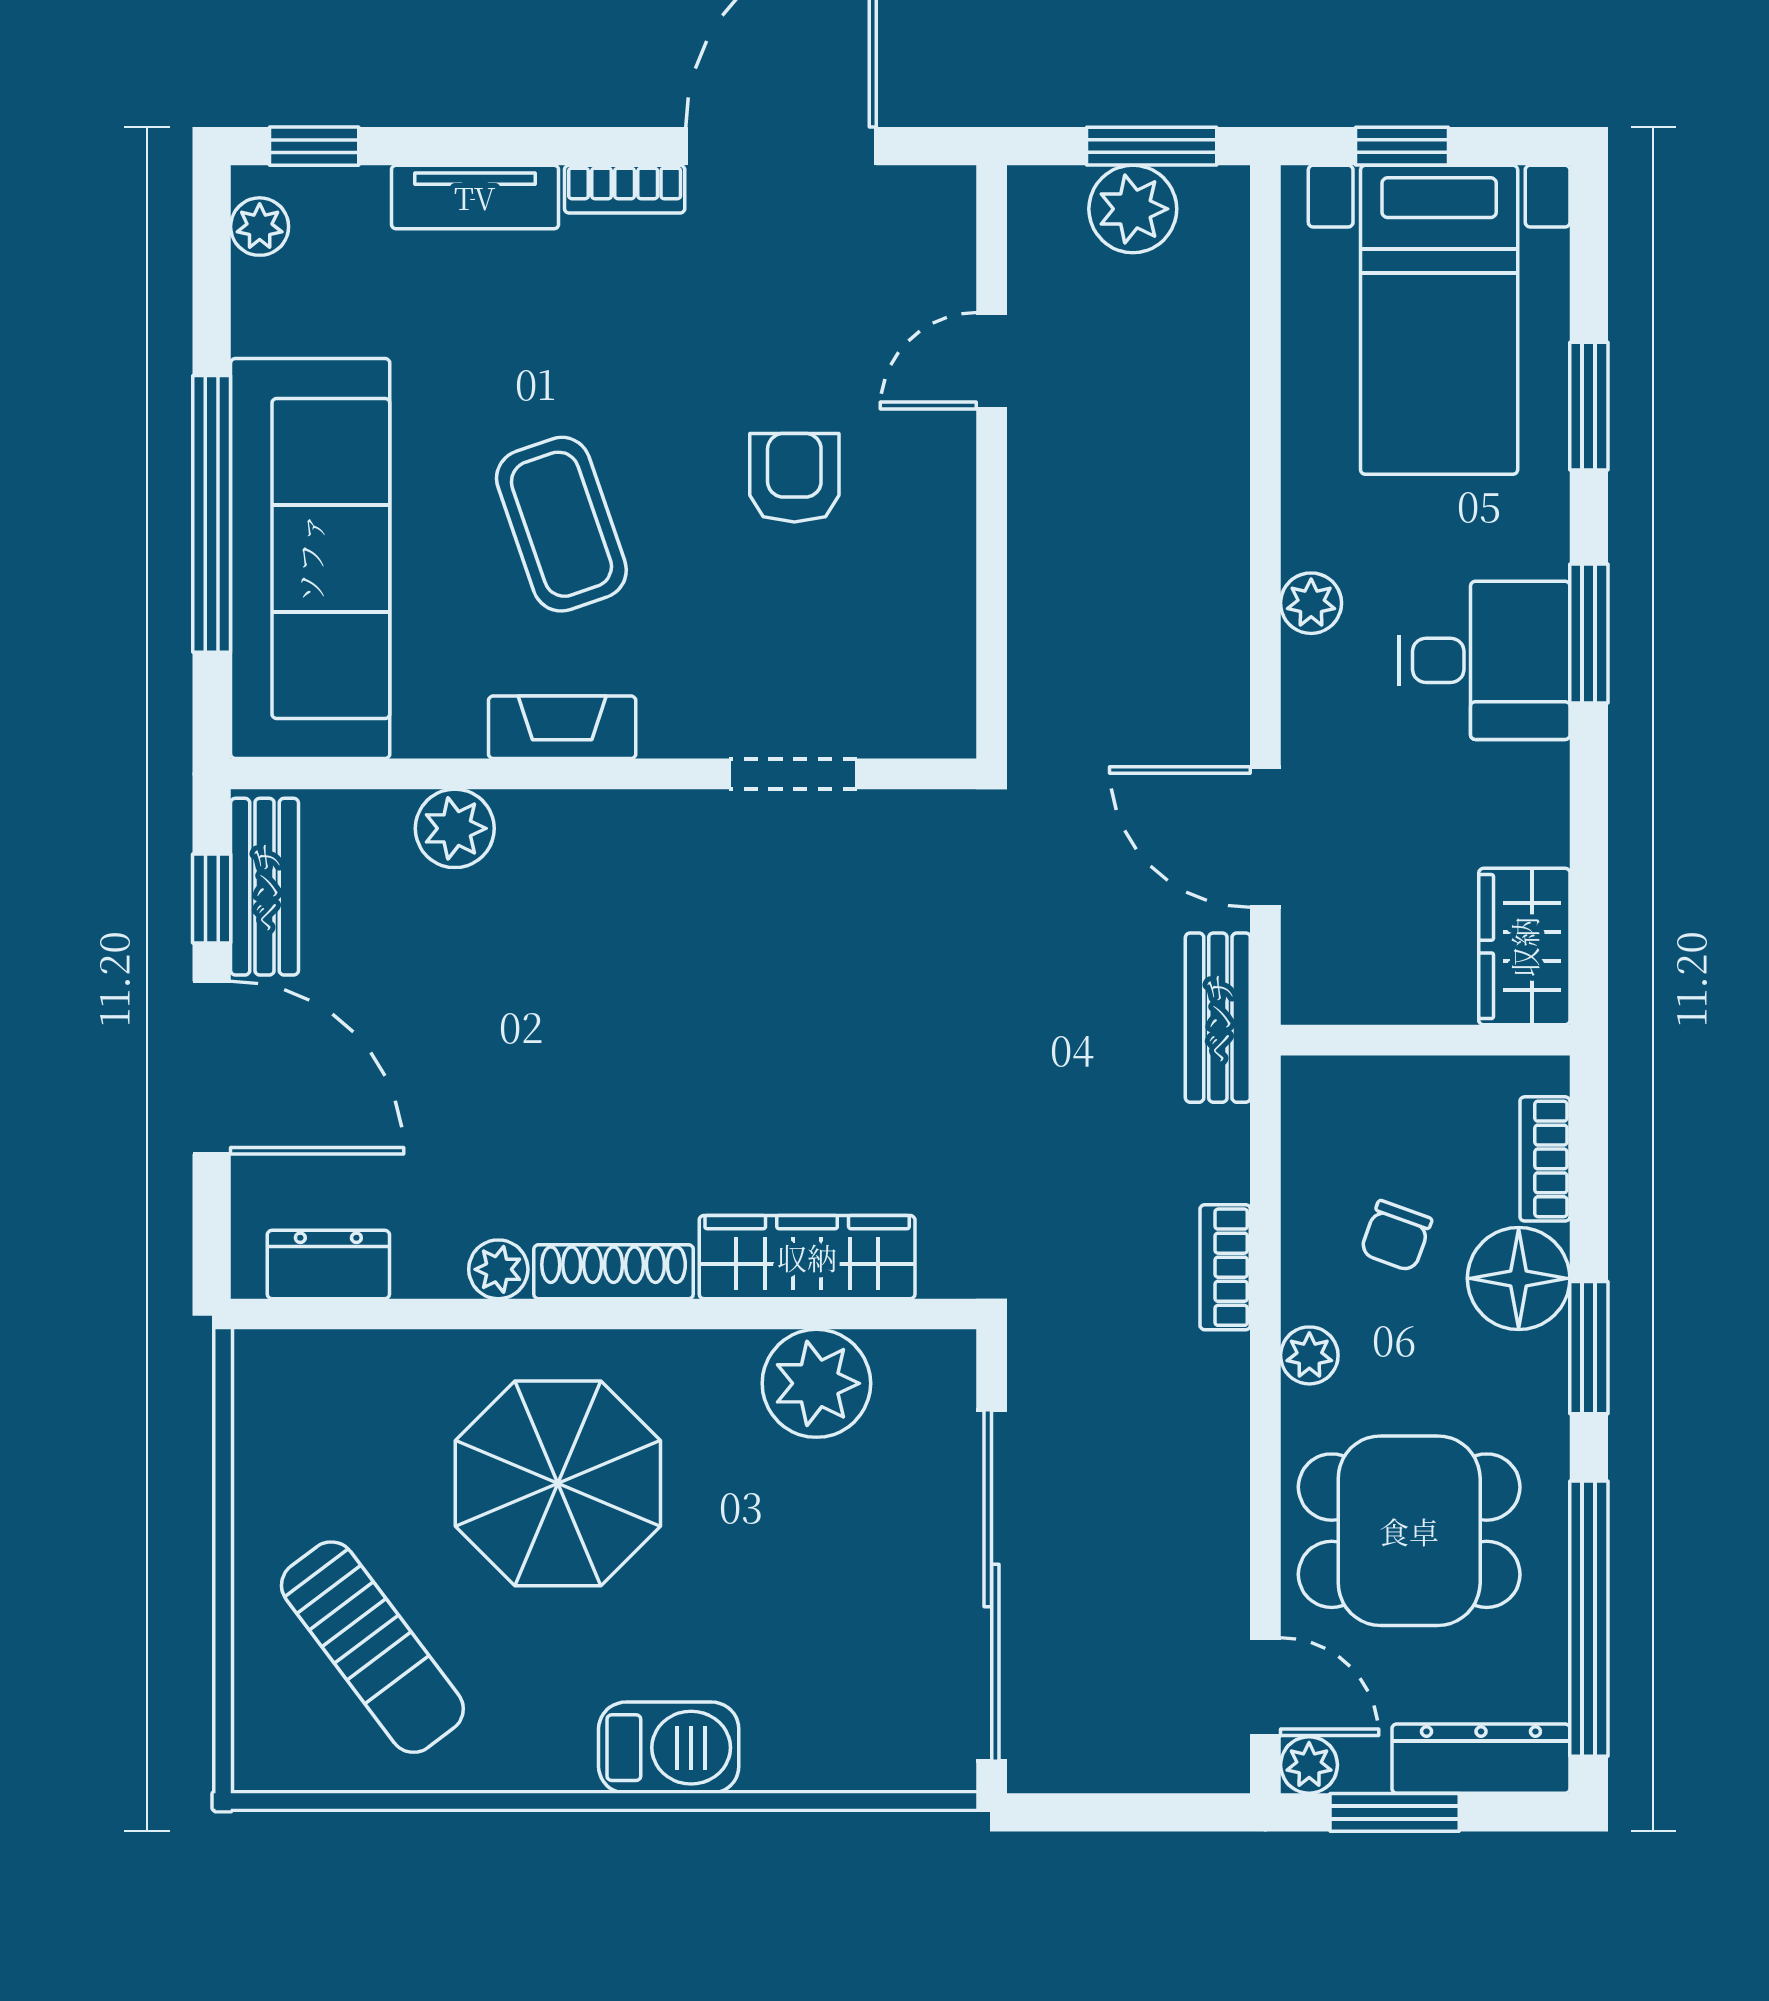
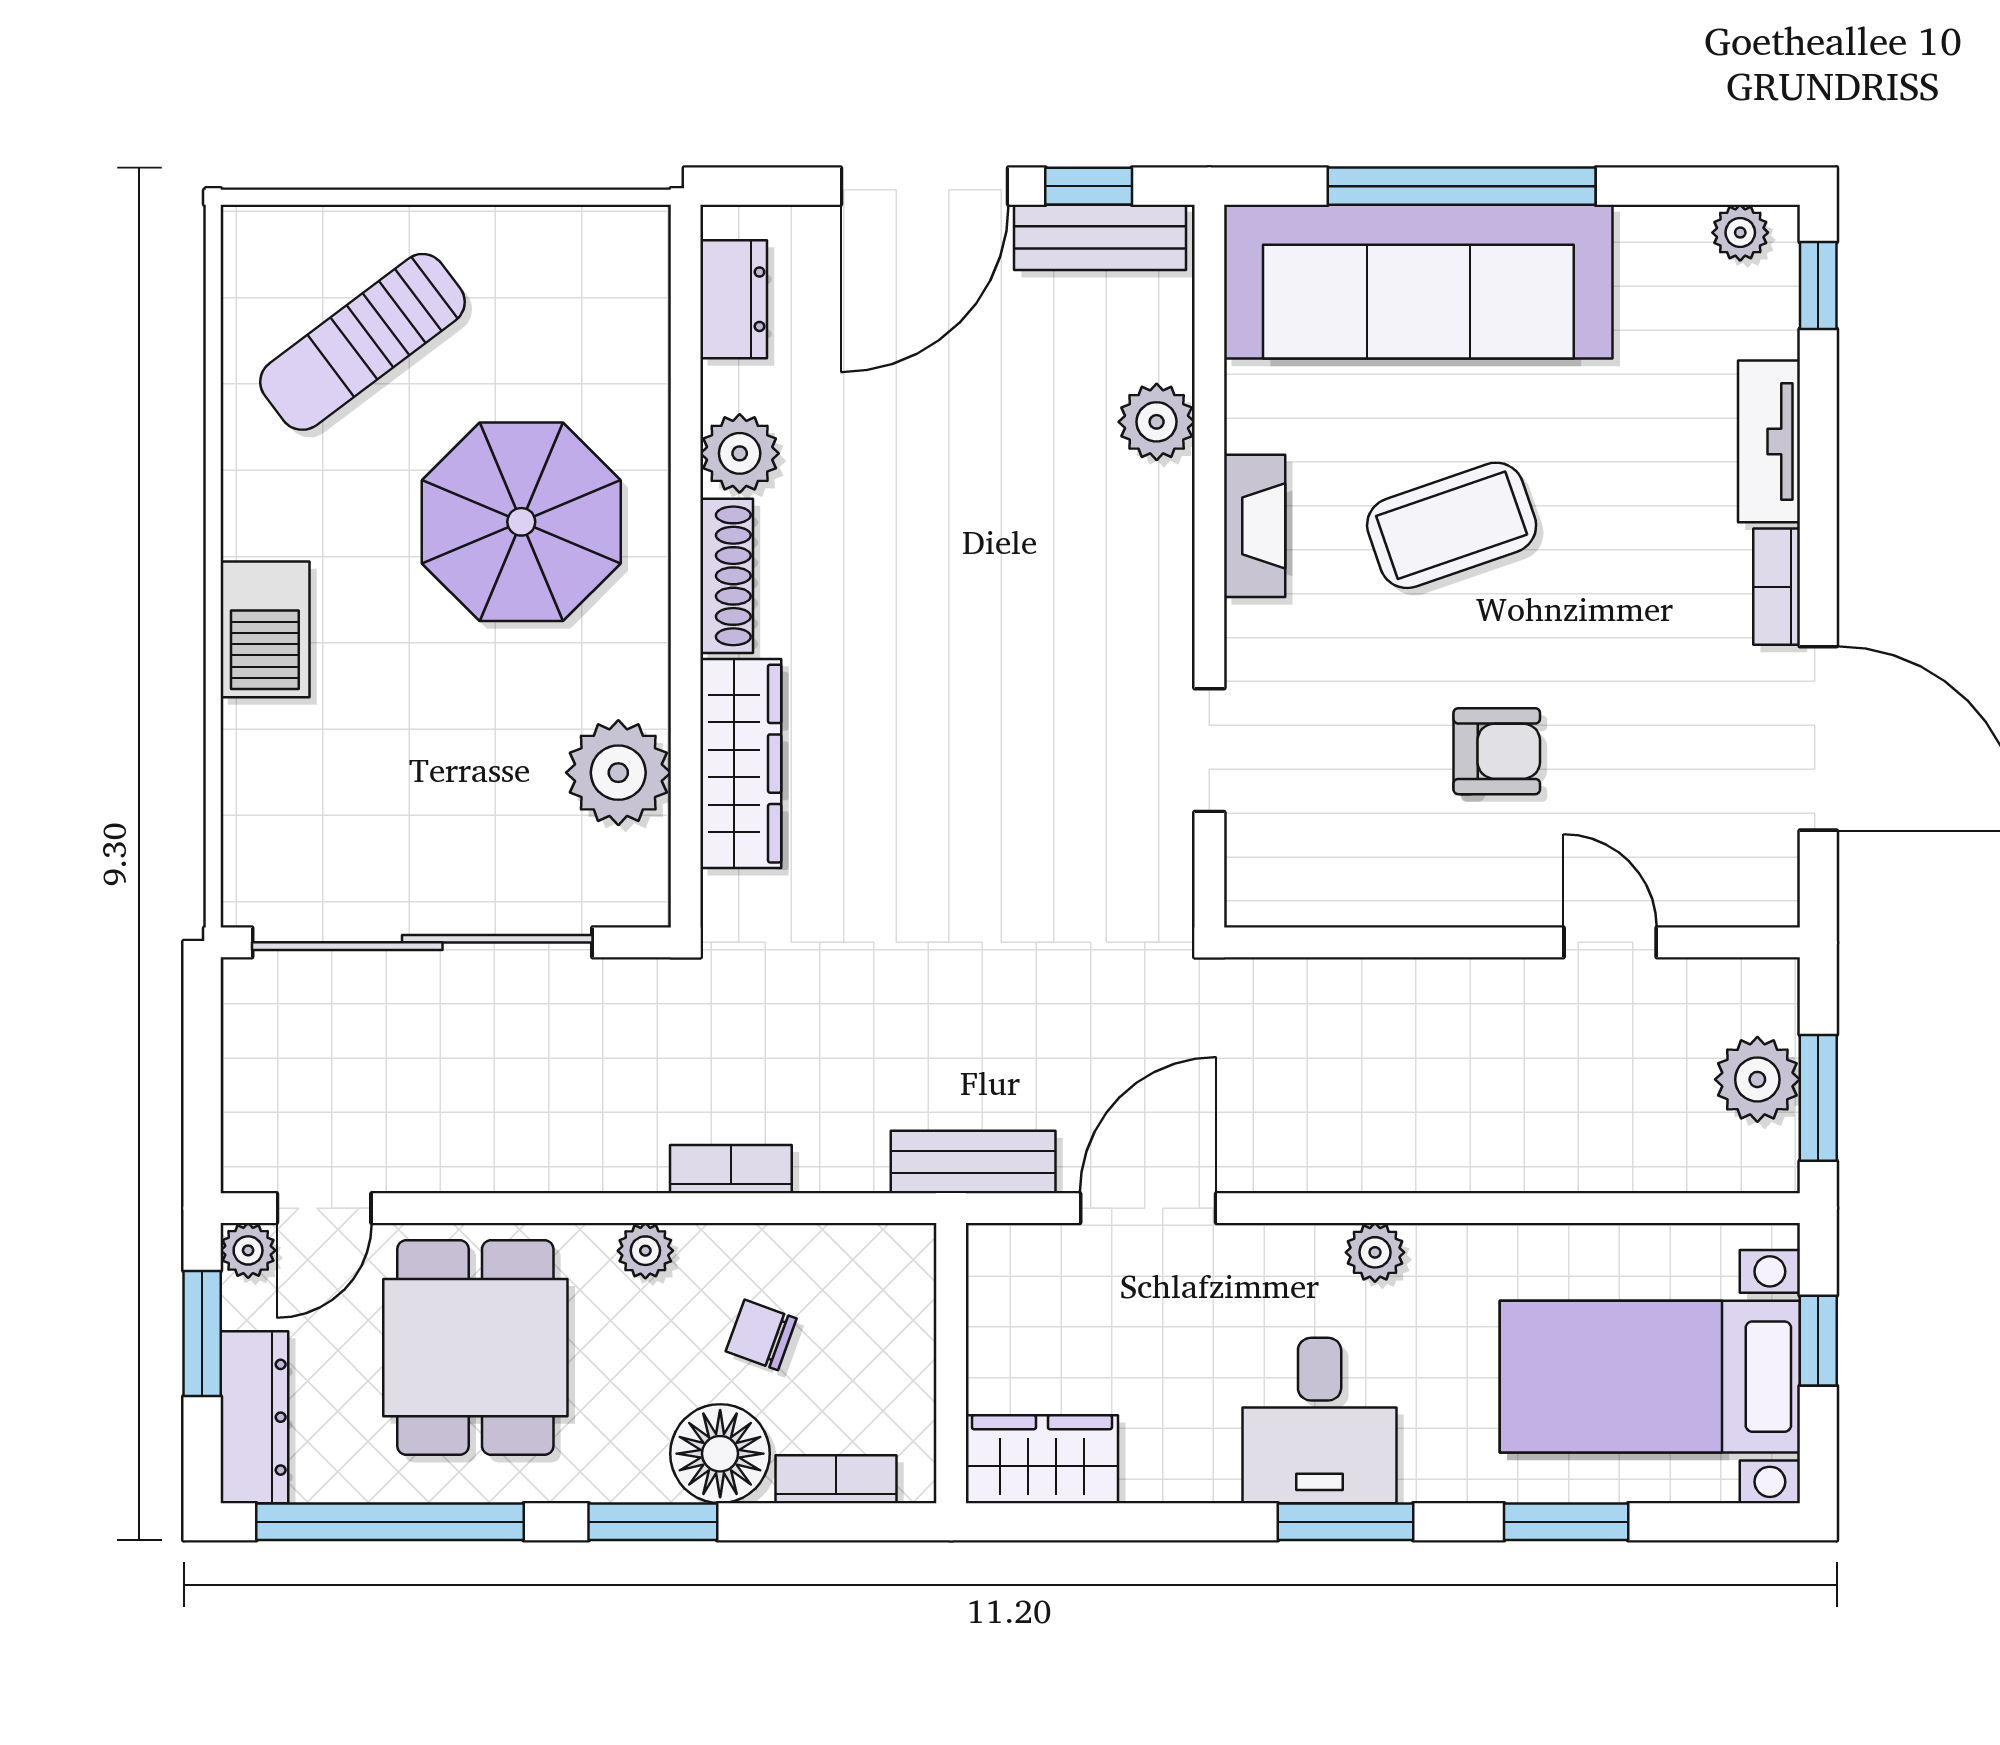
plant: (498, 1269) -> (740, 453), width x1.38, depth x1.38

